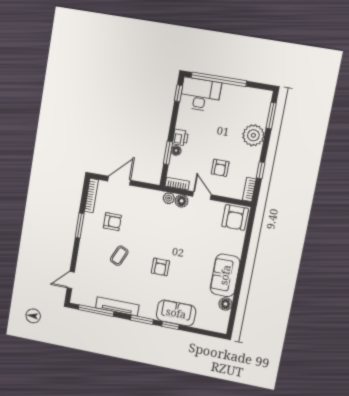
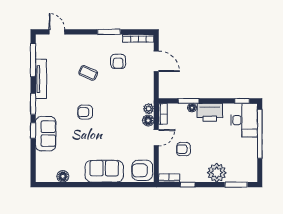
printer: (180, 137) -> (210, 112), width x1.87, depth x1.48
sofa: (225, 275) -> (104, 171), moved

